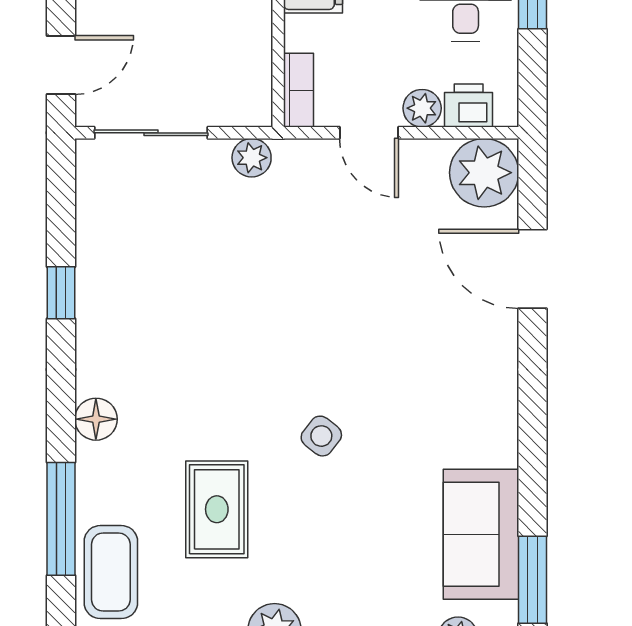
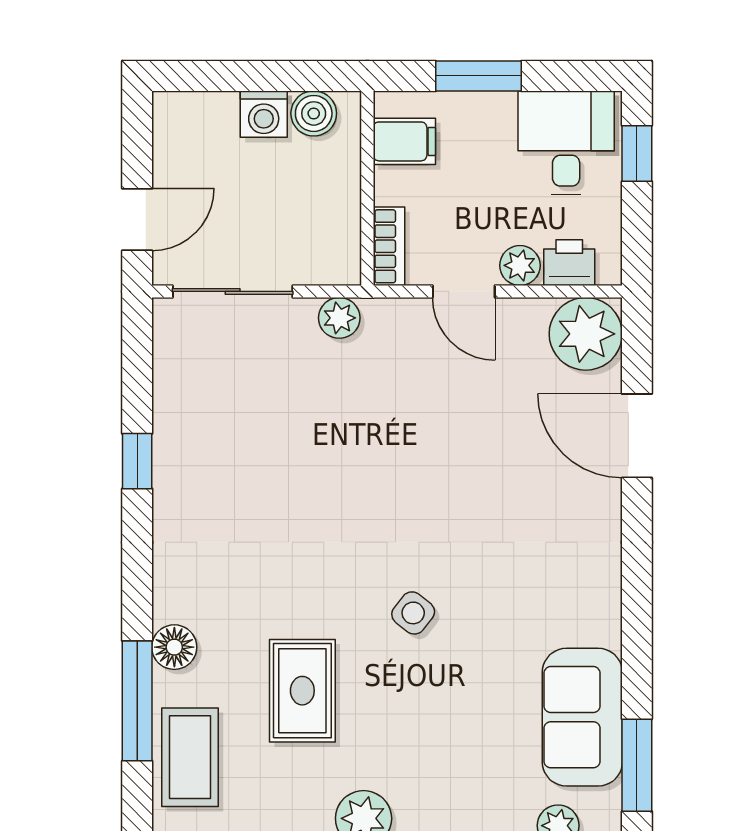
floor lamp: (96, 419) -> (174, 647), moved

